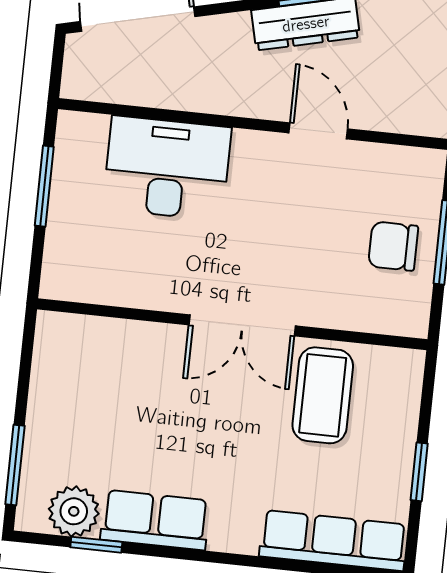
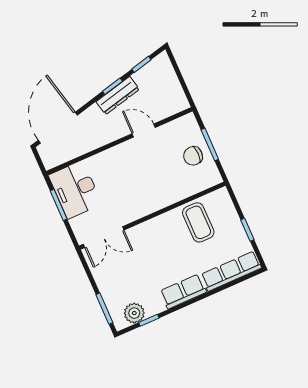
desk: (167, 168) -> (75, 190), moved, turned -90
double door: (242, 325) -> (104, 237), moved
row of seats: (155, 520) -> (183, 292), moved

